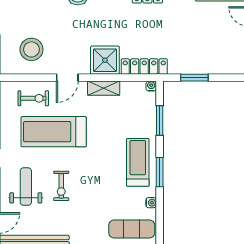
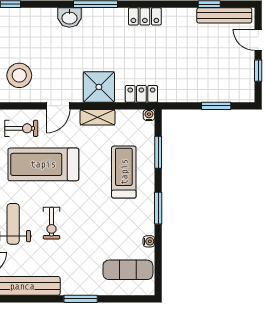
locker: (144, 67) -> (141, 94), width x0.66
window: (194, 78) -> (216, 106), moved
treadmill: (138, 162) -> (124, 172), moved

